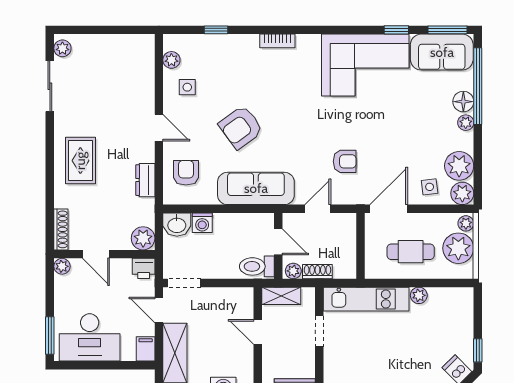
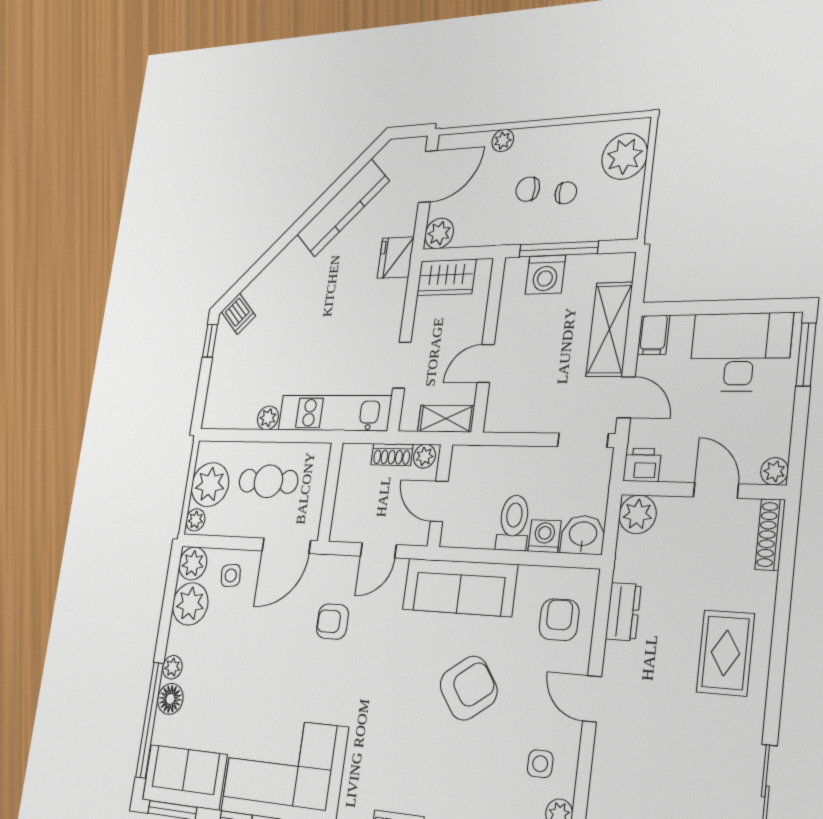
armchair: (186, 173) -> (559, 620), turned 180
toilet: (257, 266) -> (513, 523), moved, turned -90
door: (258, 332) -> (486, 364), swing flipped

